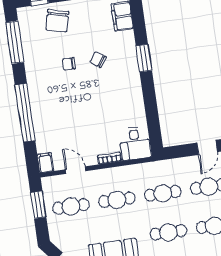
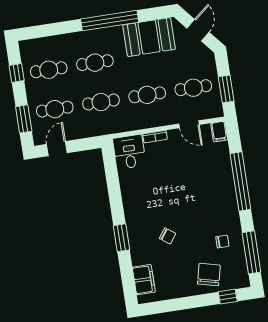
chair: (69, 64) -> (222, 242), moved

